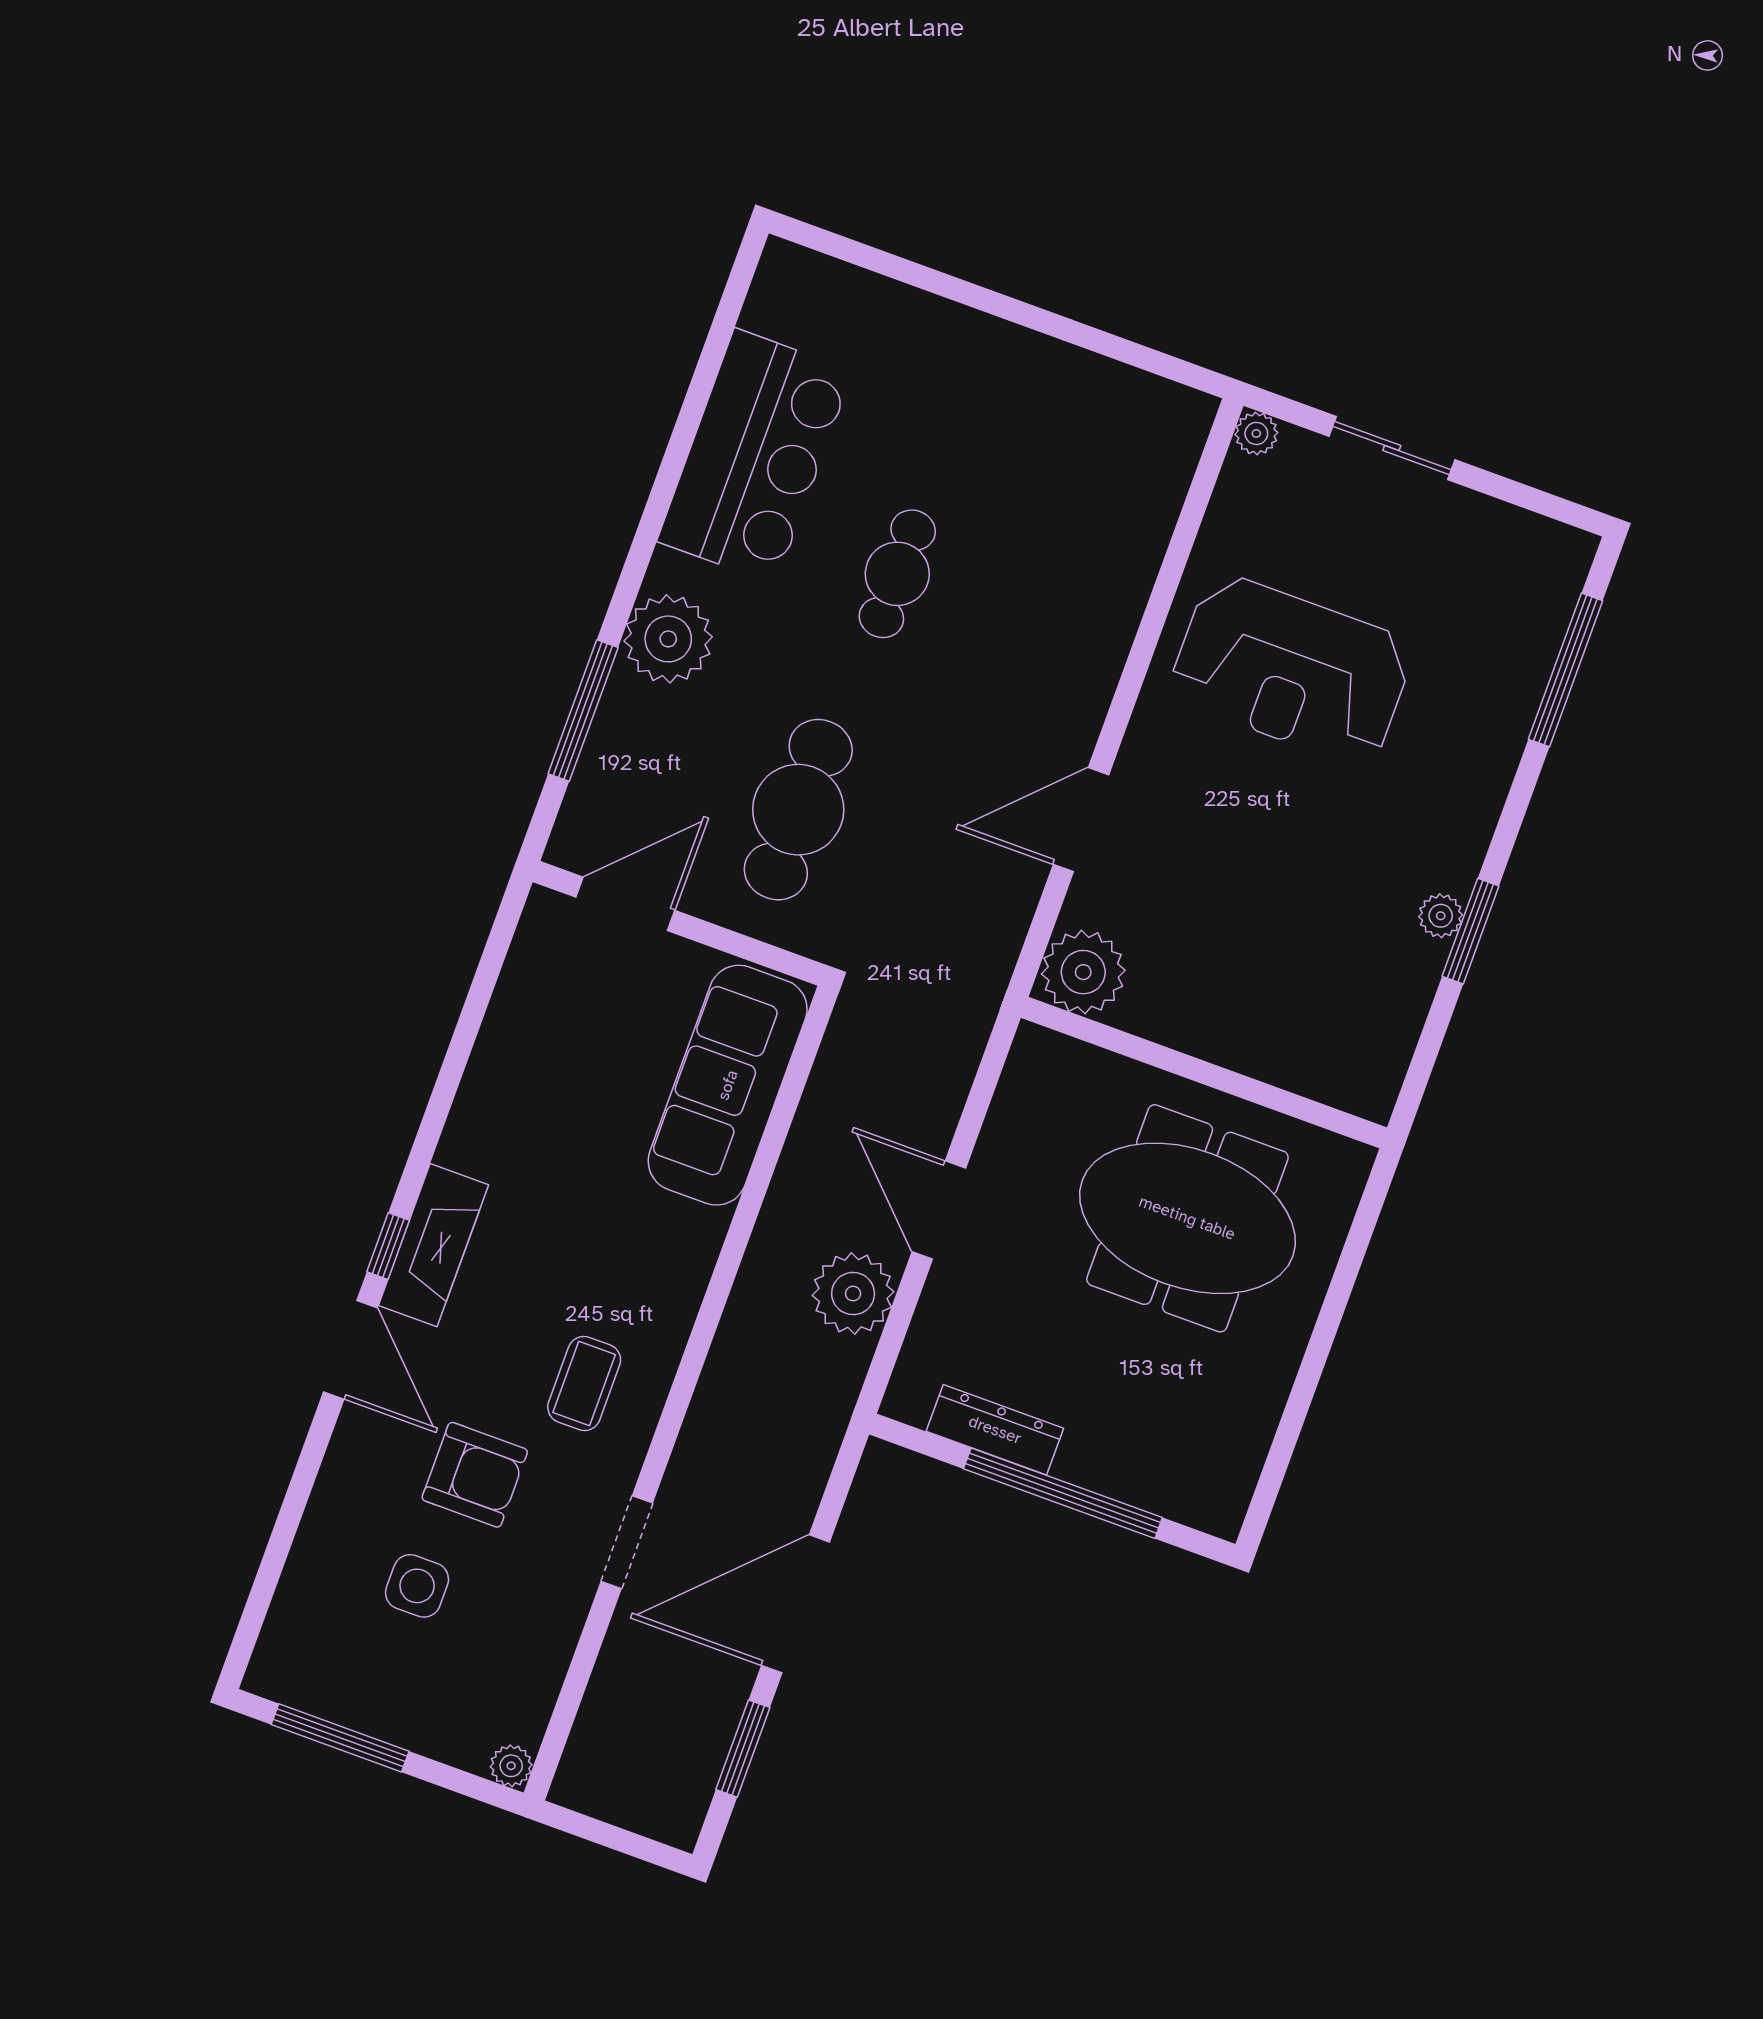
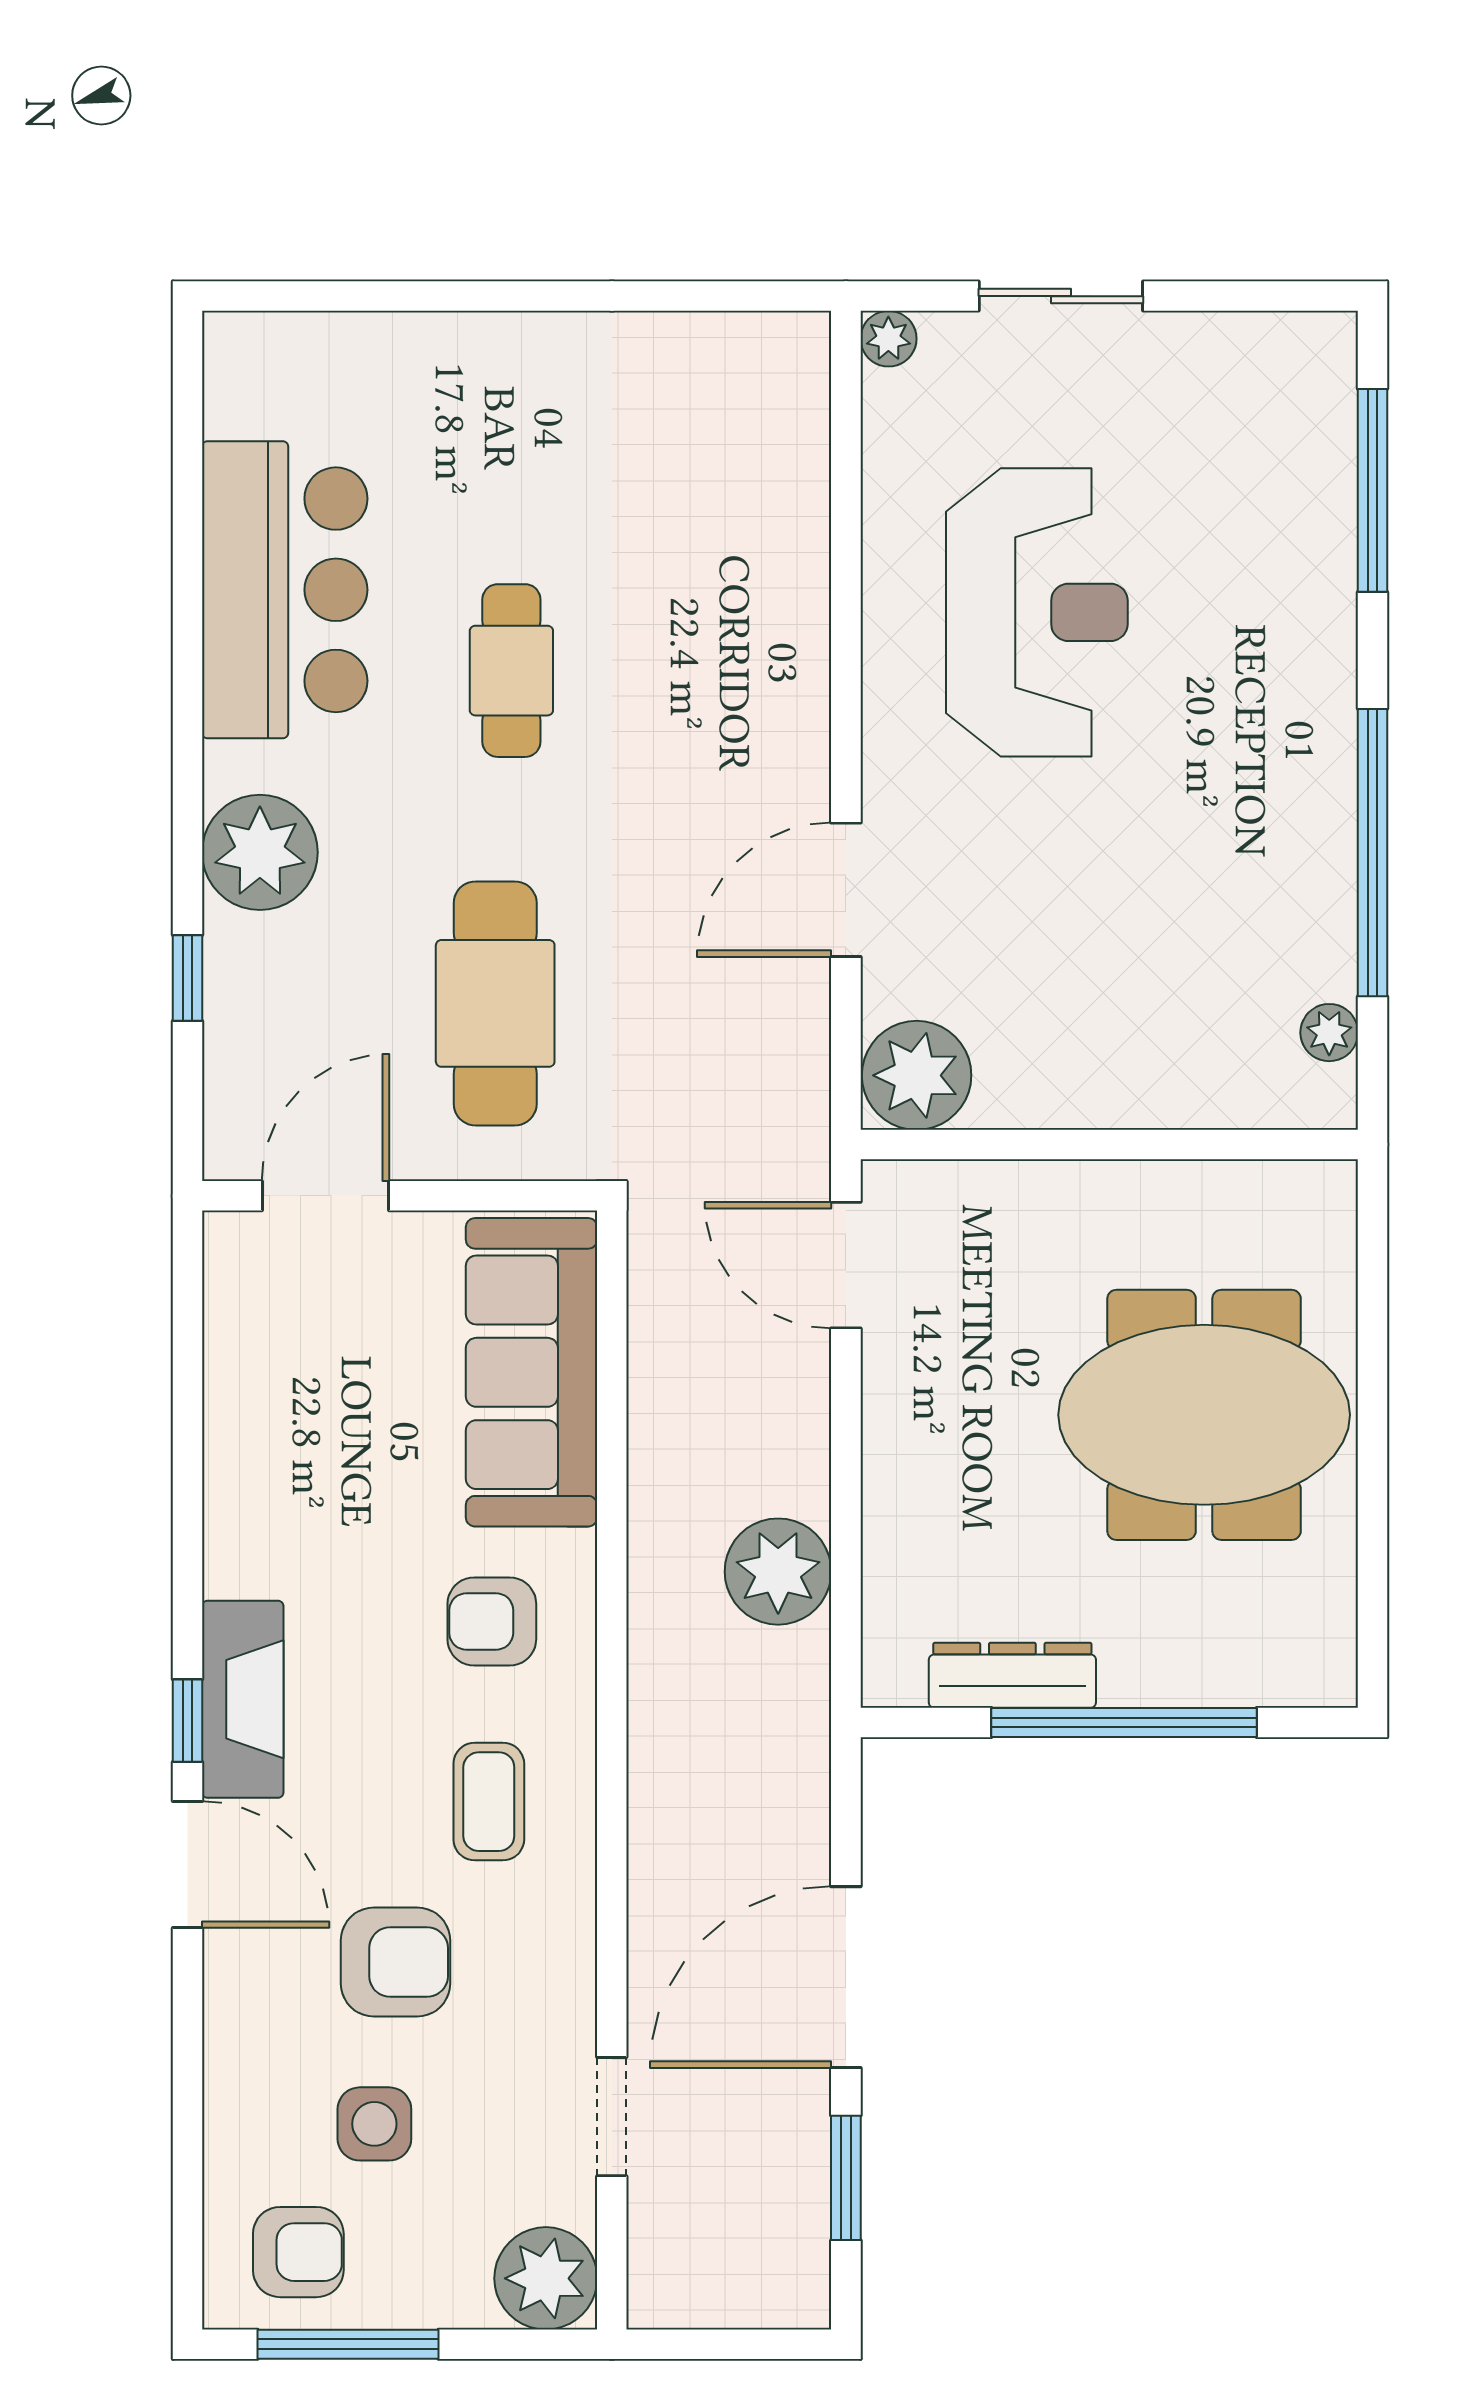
reception desk: (1291, 670) -> (1037, 612), turned -90
window: (583, 711) -> (188, 978), width x0.46
plant: (1441, 916) -> (1329, 1033), moved
window: (1470, 931) -> (1373, 853), width x2.11
door: (939, 1210) -> (846, 1265), moved
meeting table: (1187, 1218) -> (1204, 1415), moved
armchair: (634, 1254) -> (492, 1622), added
doorway: (627, 1542) -> (612, 2117), moved
armchair: (329, 1658) -> (298, 2252), added
plant: (511, 1766) -> (546, 2278), width x1.88, depth x1.88

